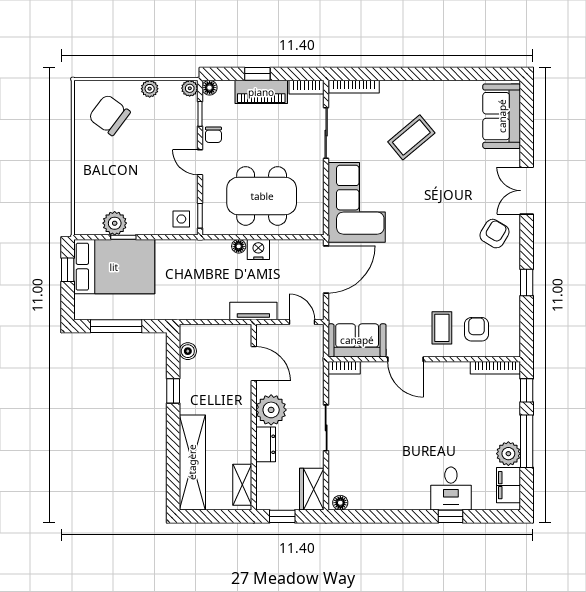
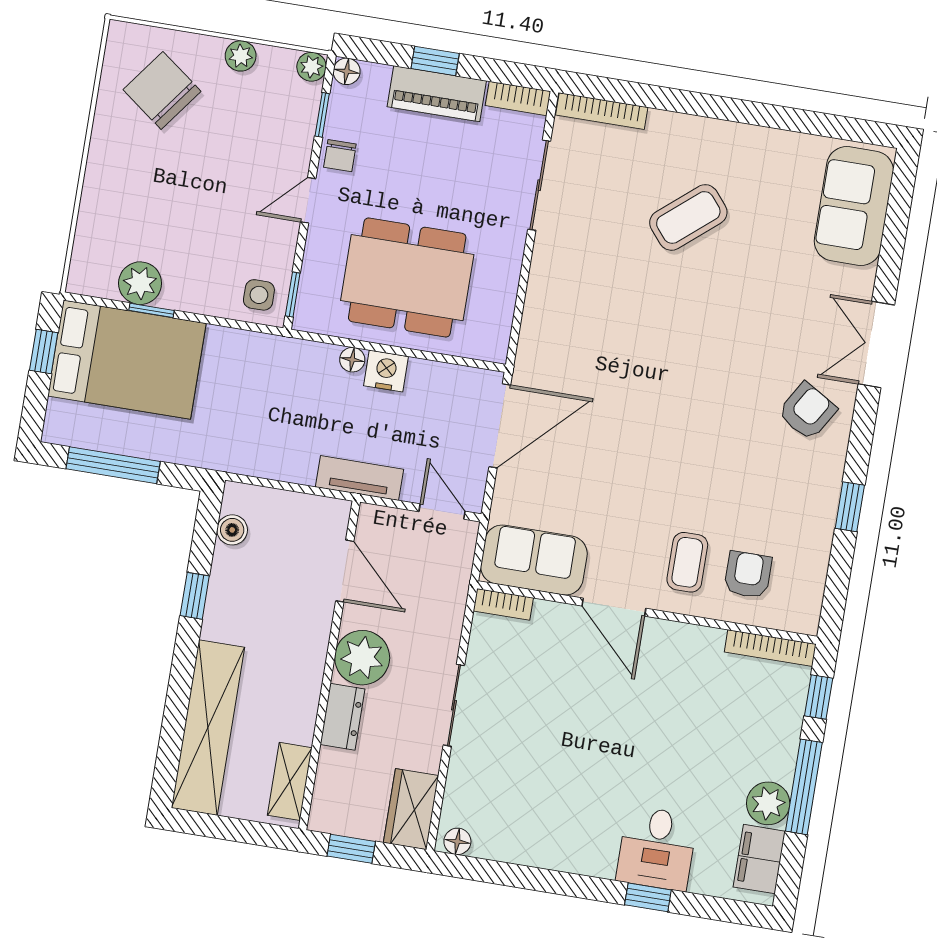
door: (200, 162) -> (308, 200), hinge flipped
corner sofa: (357, 202) -> (573, 316), removed

